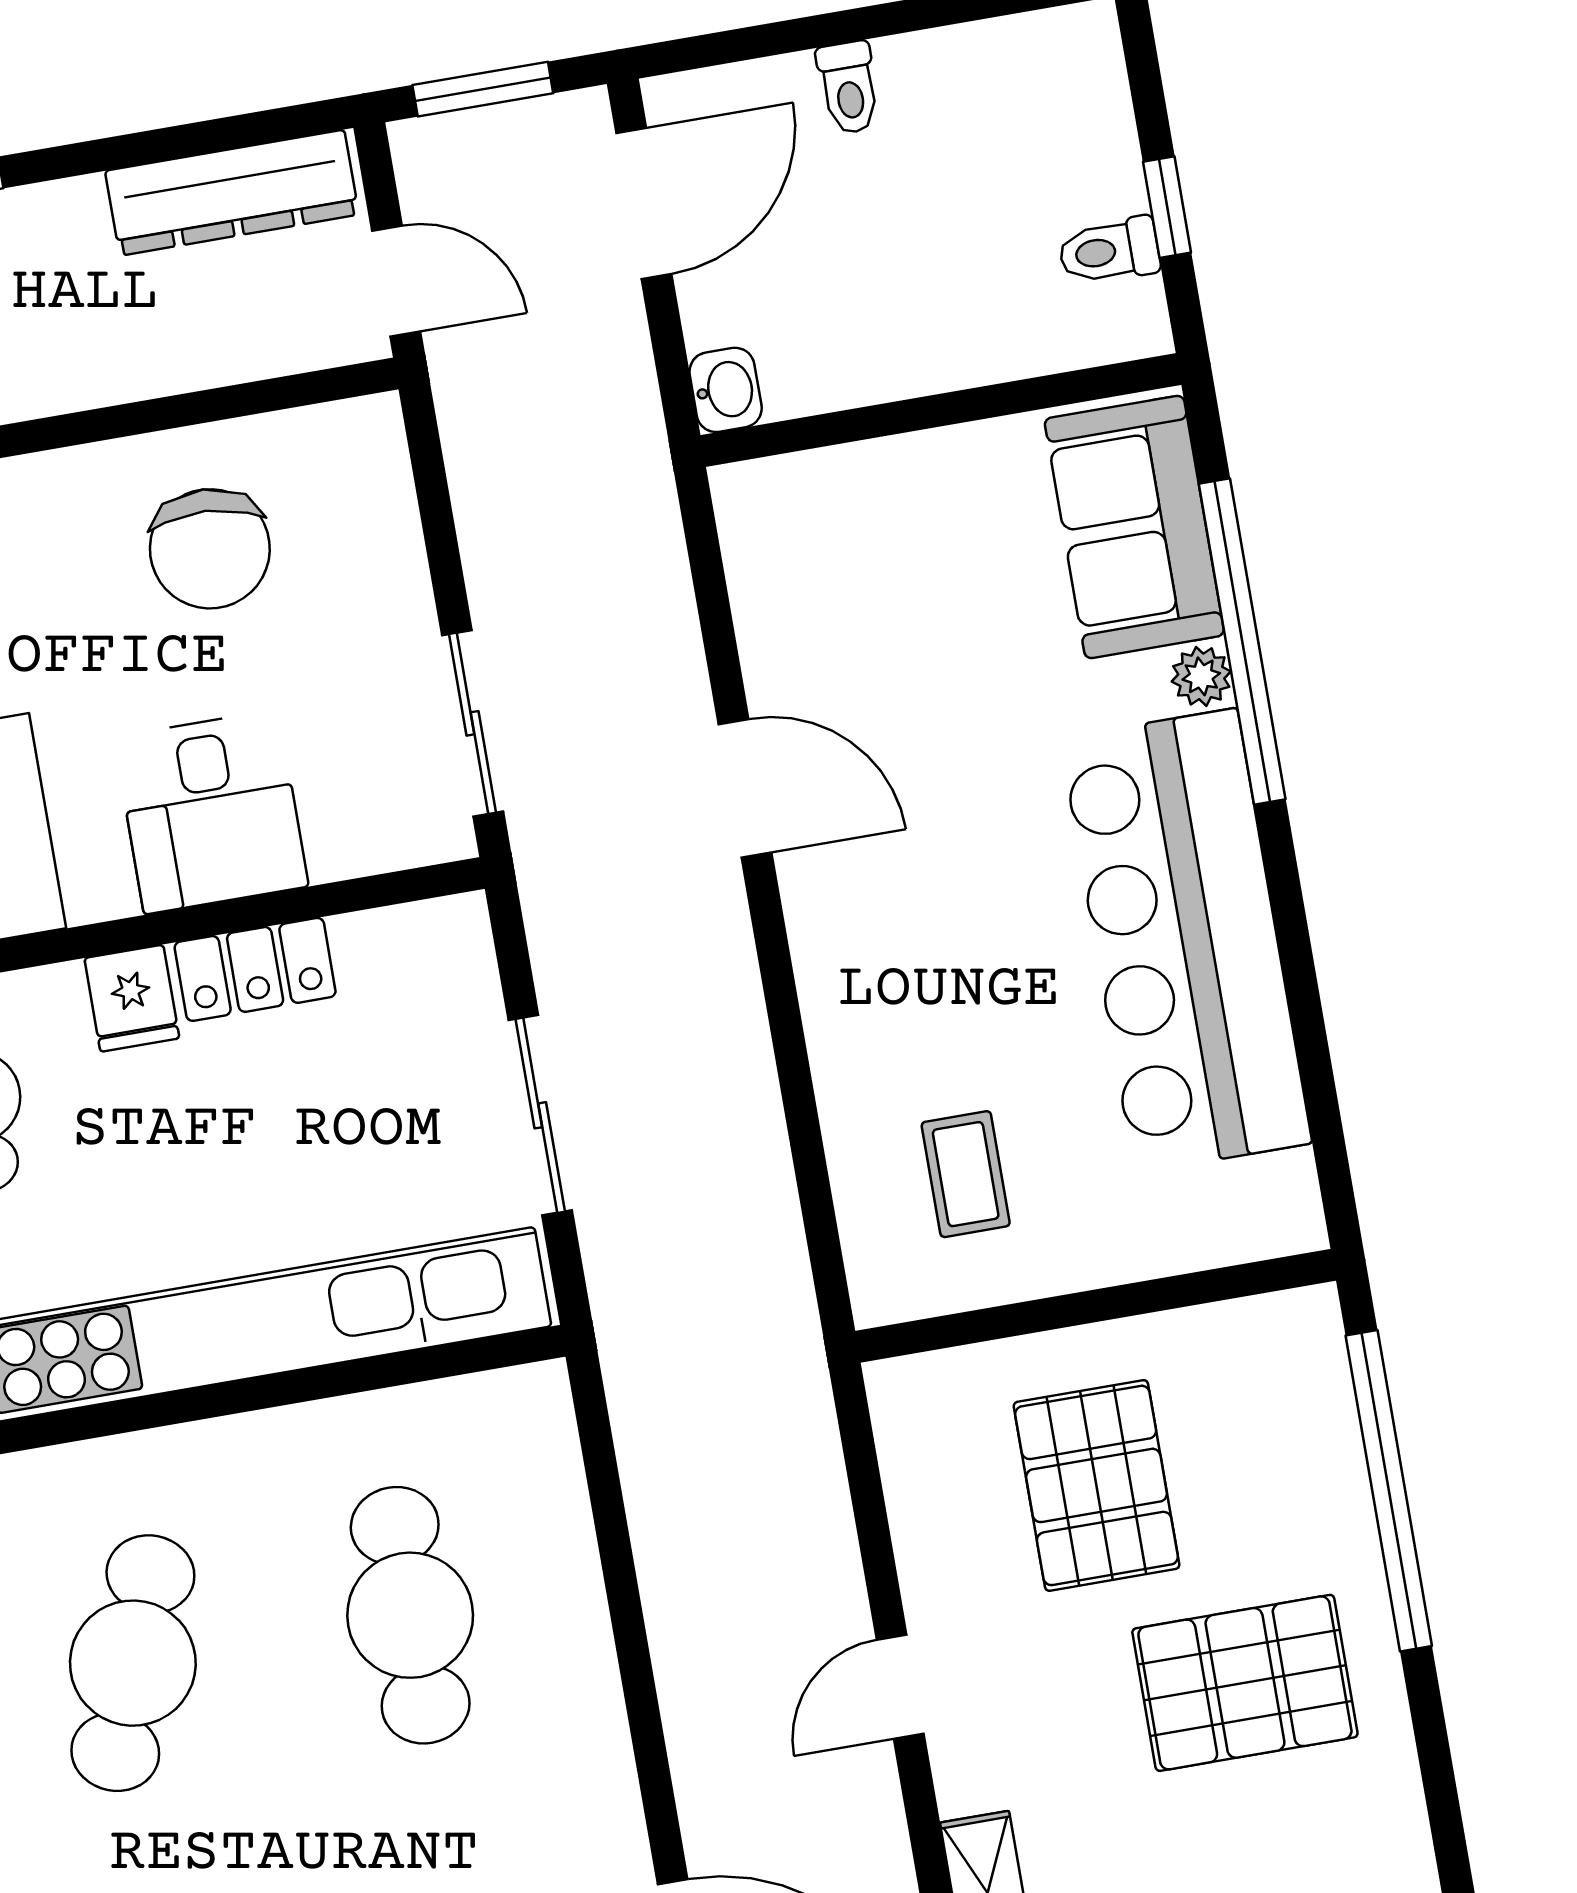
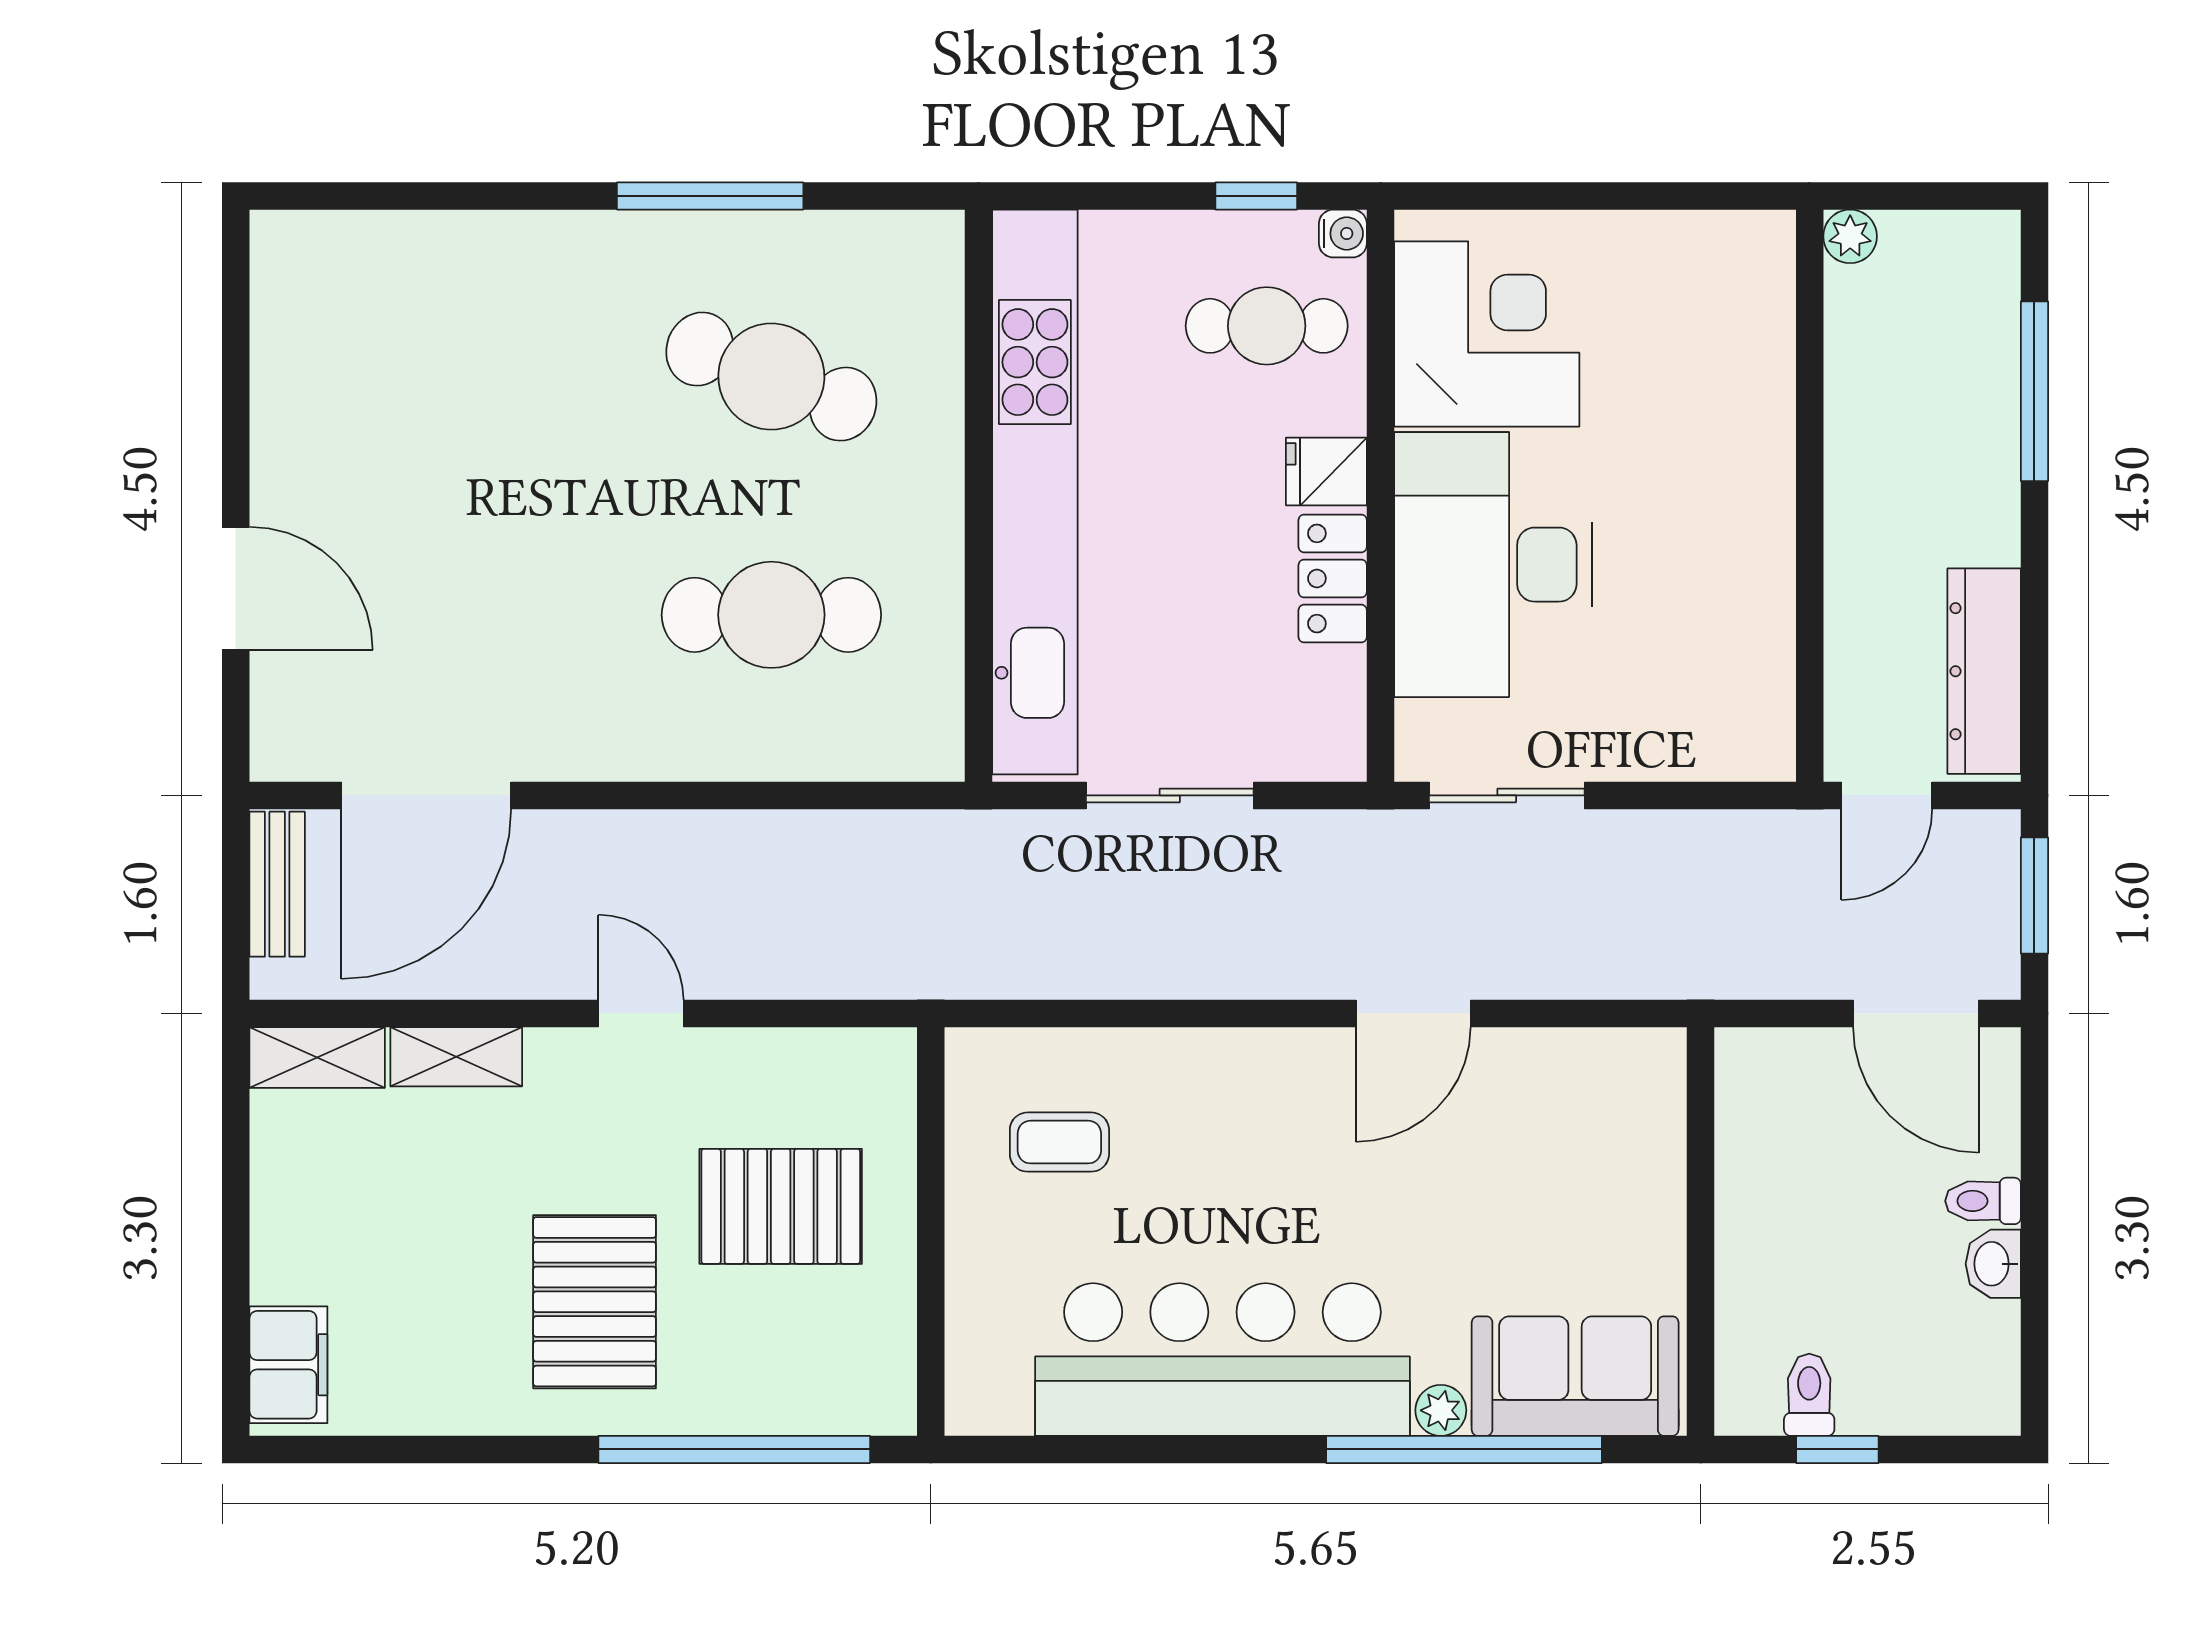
washbasin: (726, 390) -> (1993, 1264), moved, turned 90
chair: (210, 549) -> (1690, 601), removed
desk: (211, 812) -> (1493, 565), width x1.87, depth x1.30

